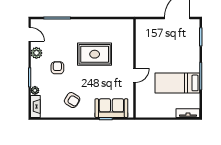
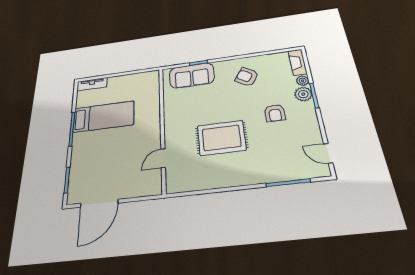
plant: (36, 53) -> (303, 94), moved
door: (134, 75) -> (163, 158), moved

